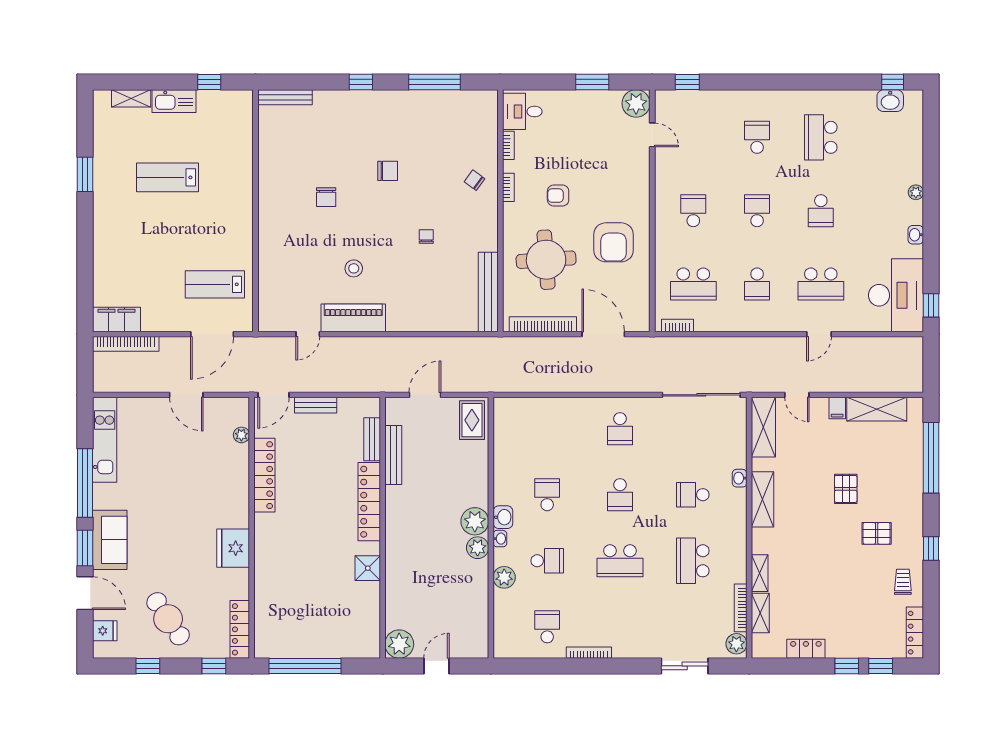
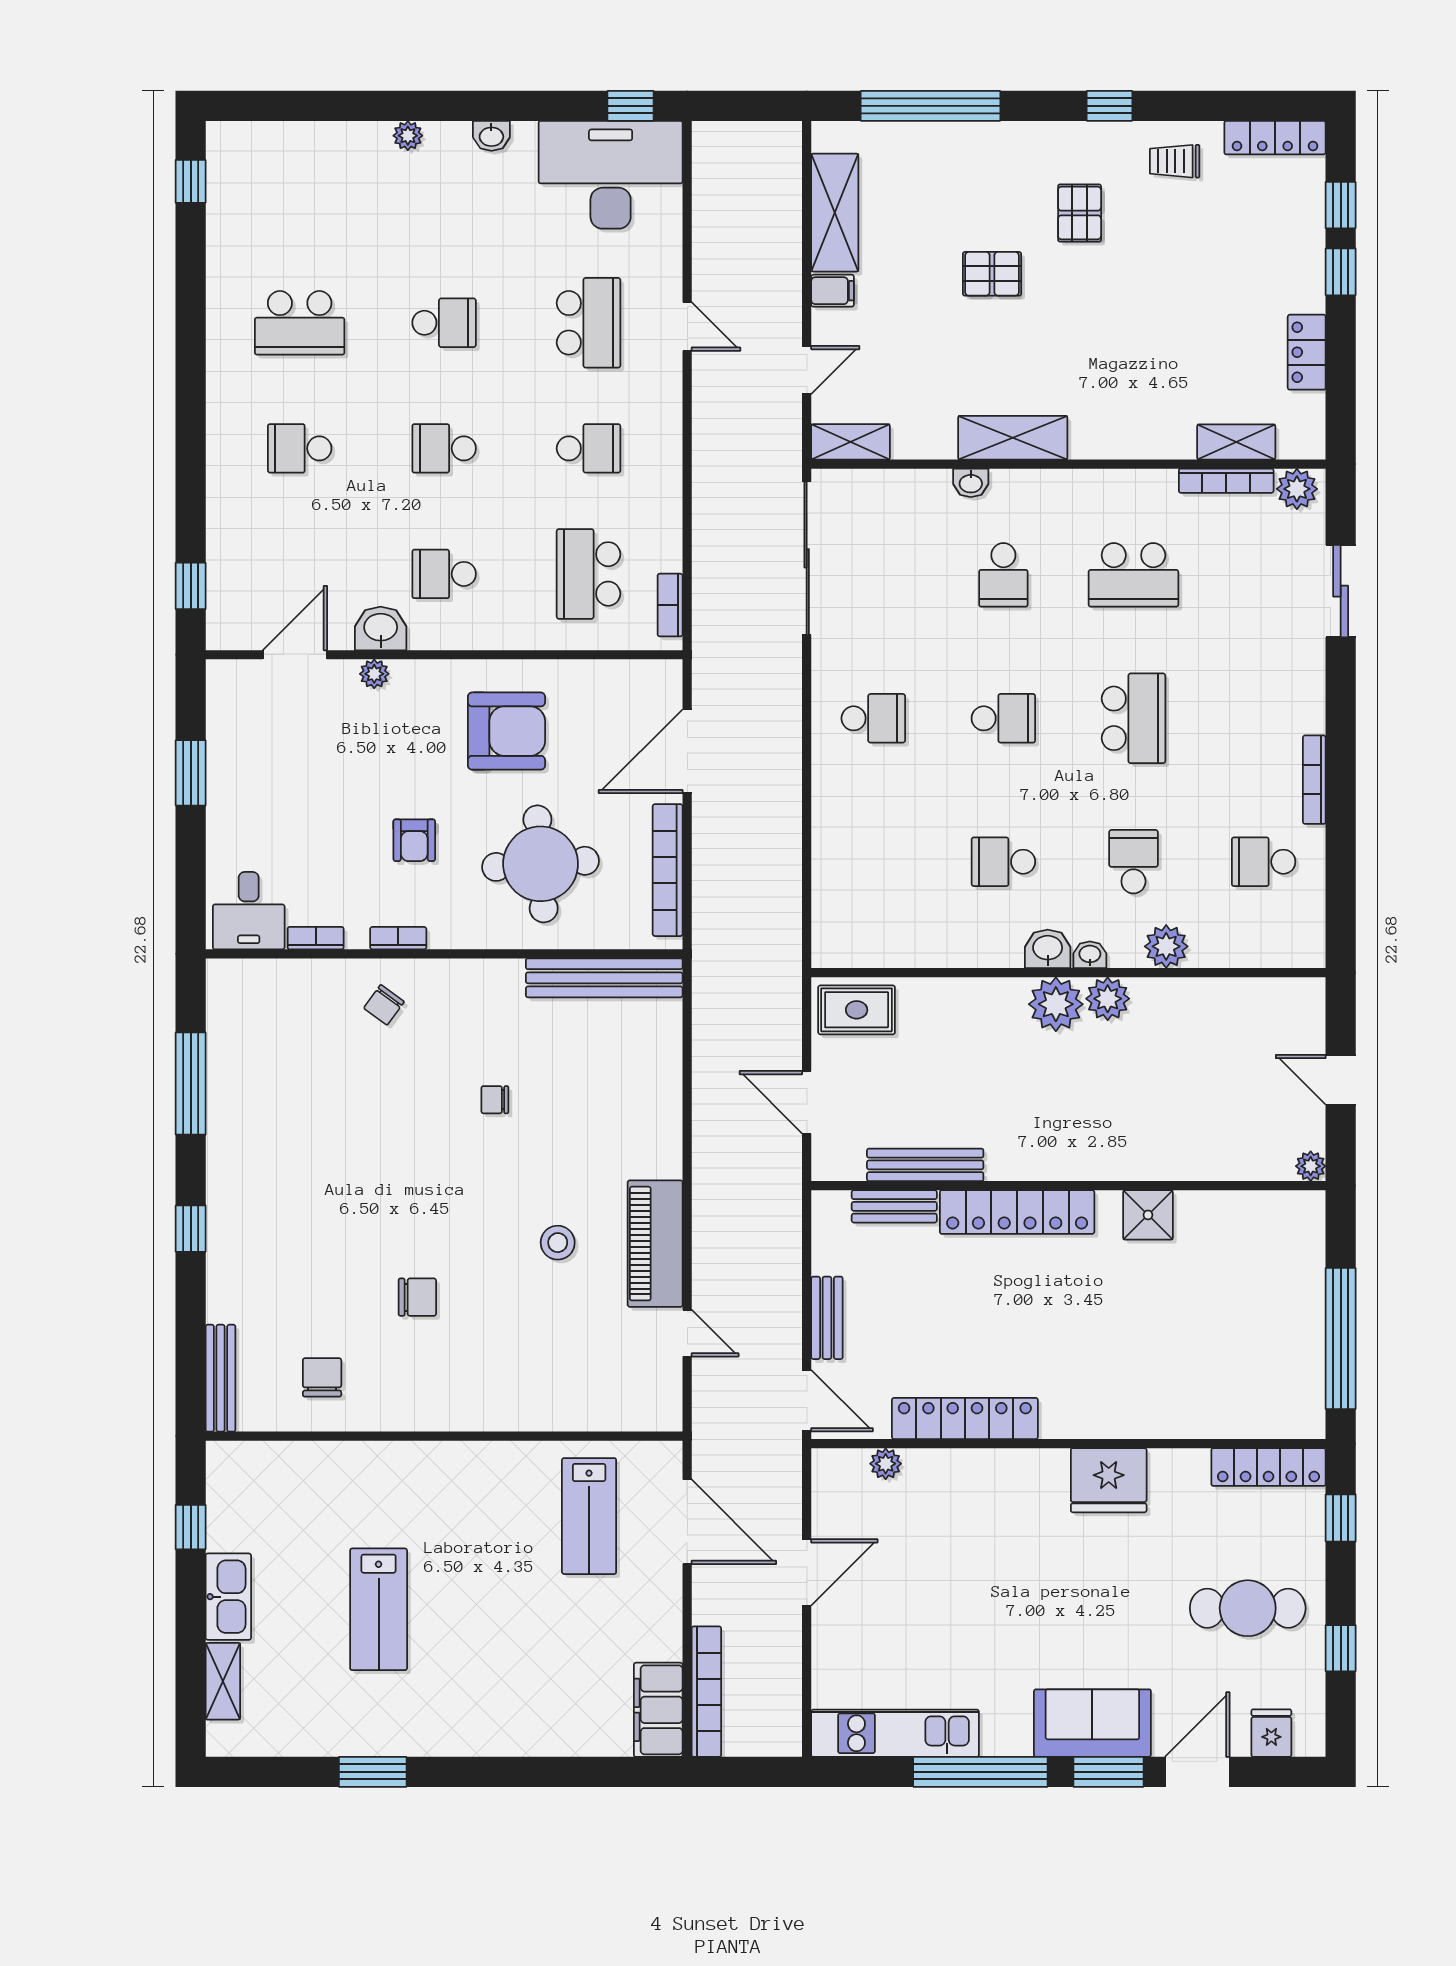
washbasin: (890, 101) -> (381, 628), moved, turned -90
plant: (636, 103) -> (374, 674), moved, width x0.53, depth x0.53
door: (652, 135) -> (295, 655), width x1.38
chair: (388, 171) -> (322, 1377), moved
school desk: (693, 284) -> (589, 574), turned 180
shelving: (763, 427) -> (851, 442), width x0.67, depth x0.75
shelving: (760, 573) -> (1158, 443), removed
cafe table: (168, 619) -> (1248, 1608), turned 34
plant: (399, 644) -> (1311, 1166), width x0.53, depth x0.53

